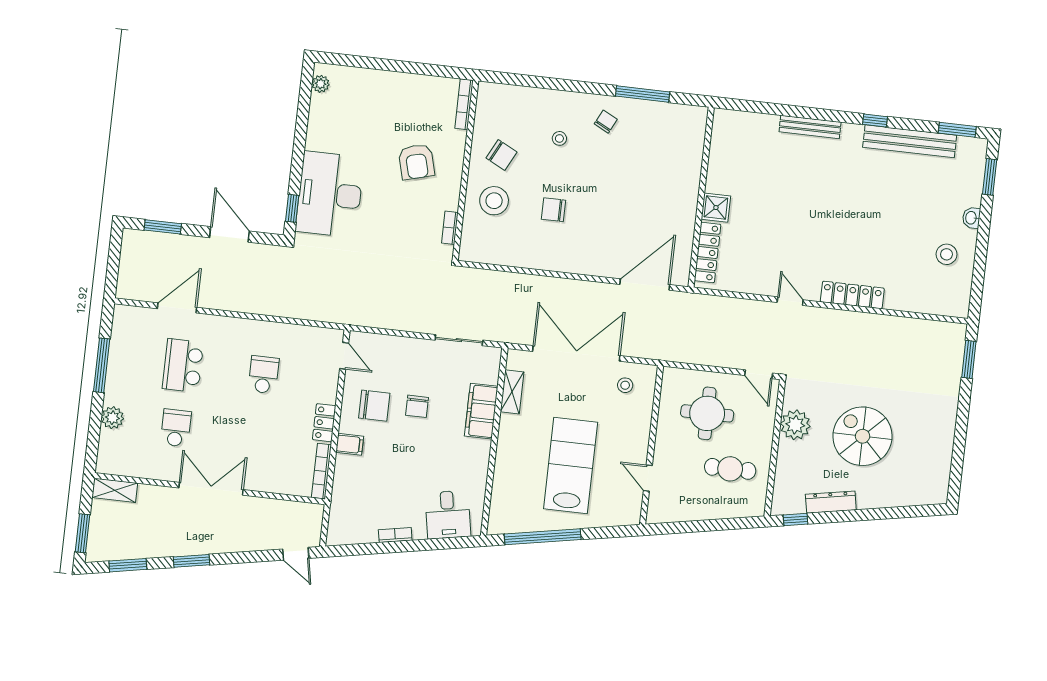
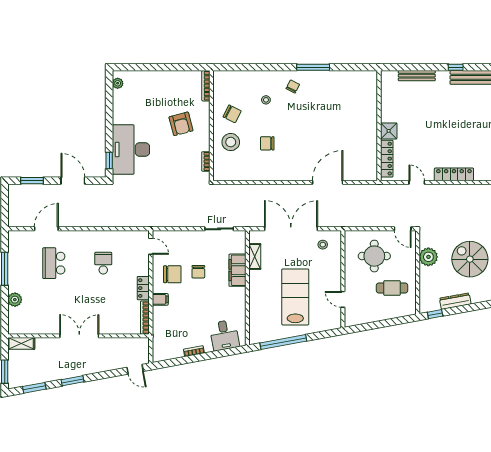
wall: (701, 197) -> (379, 126), moved
shower: (716, 208) -> (389, 131), moved
locker: (708, 252) -> (387, 159), moved
school desk: (176, 428) -> (54, 301), removed

